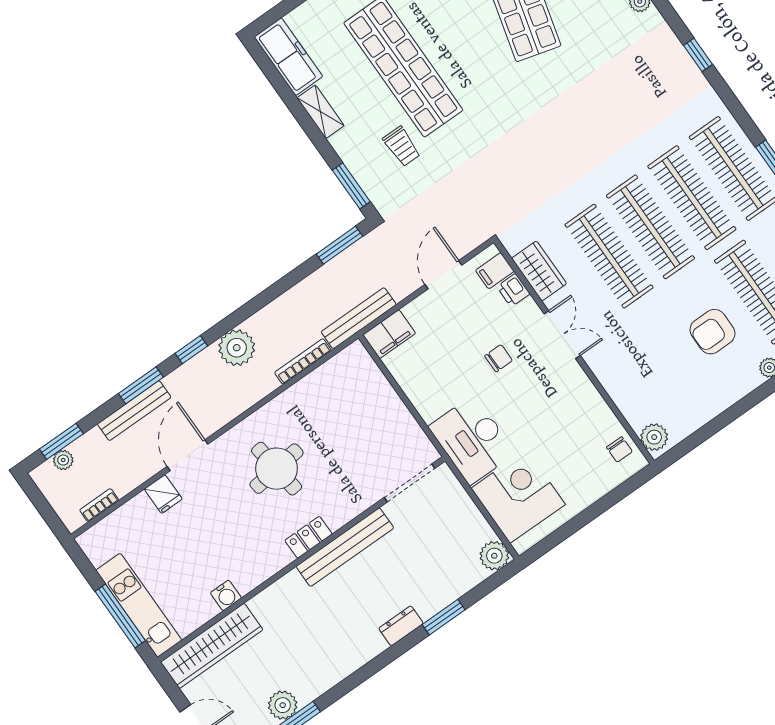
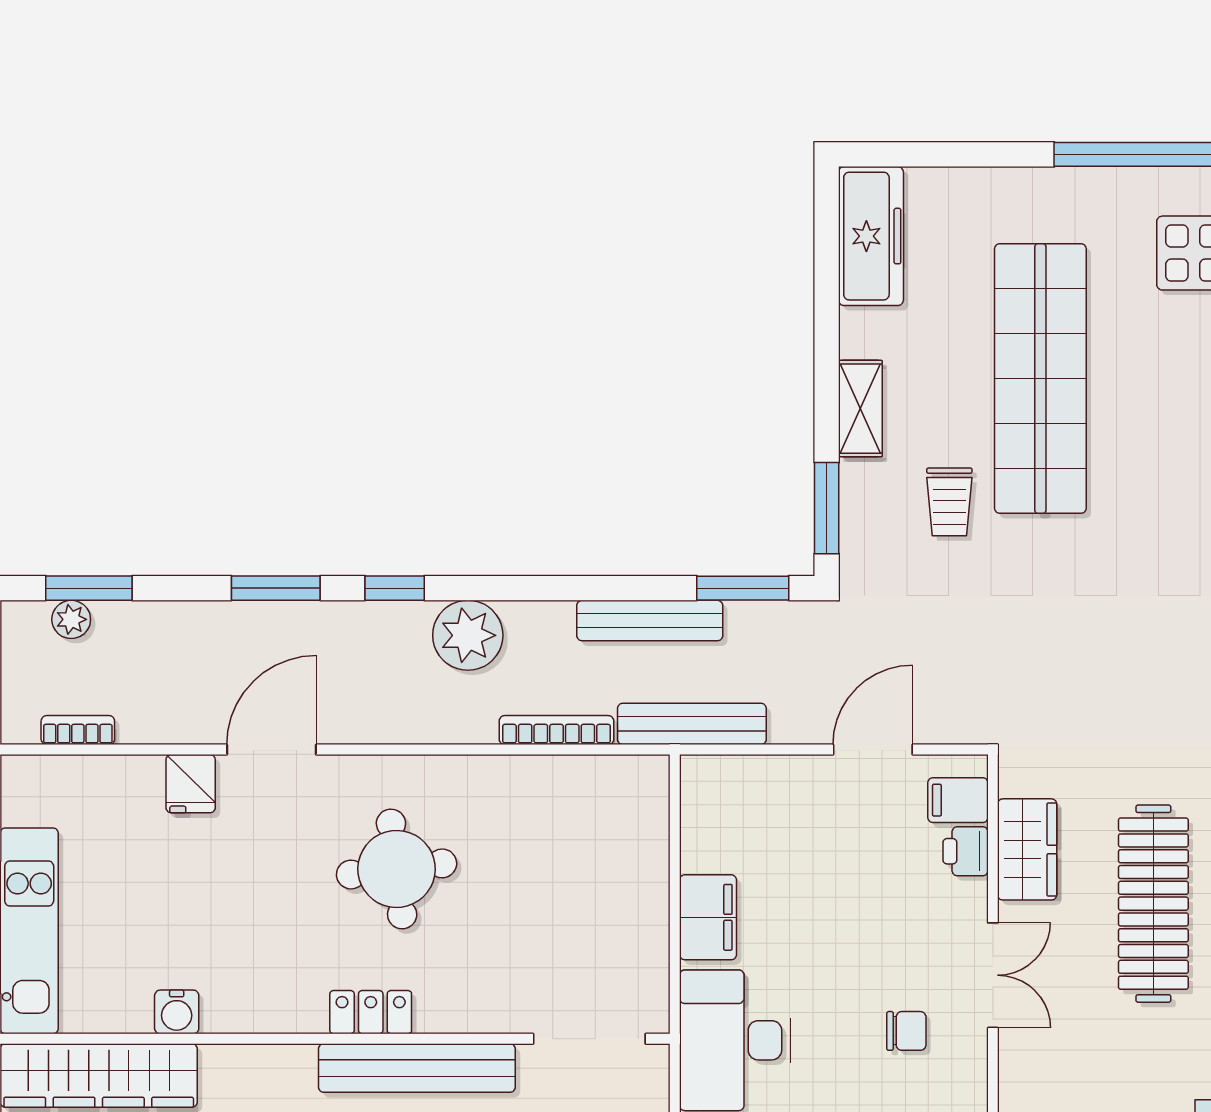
shelving: (321, 112) -> (860, 409), moved
filing cabinet: (389, 334) -> (708, 917), moved, turned -90
chair: (499, 358) -> (906, 1031), moved
bench: (134, 411) -> (650, 621), moved

